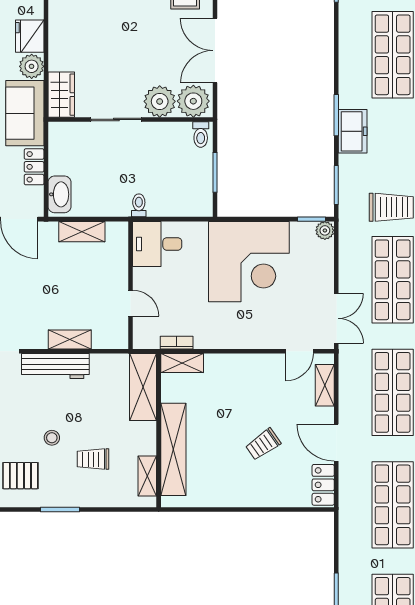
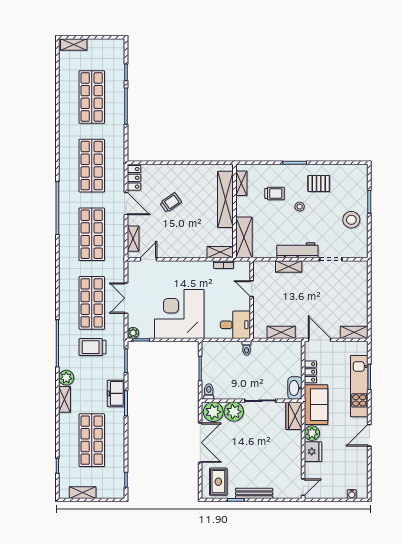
washbasin: (59, 194) -> (295, 388), moved
double door: (336, 318) -> (126, 298), moved

